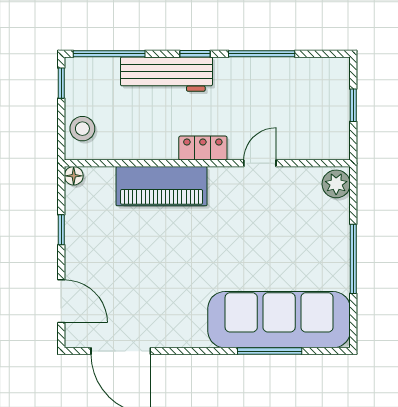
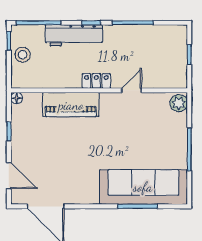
stool: (82, 129) -> (23, 55), moved

